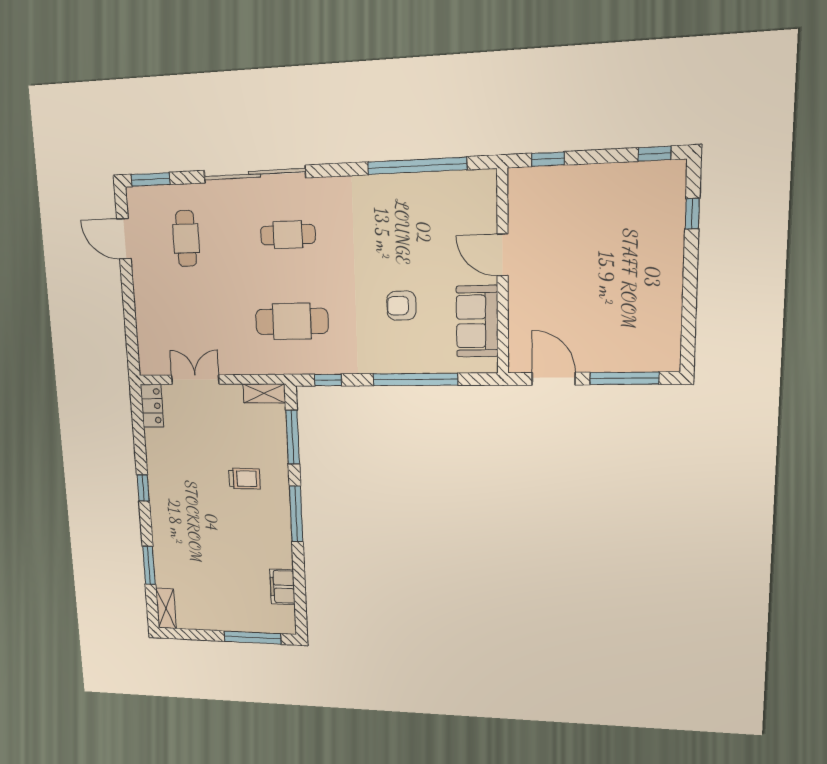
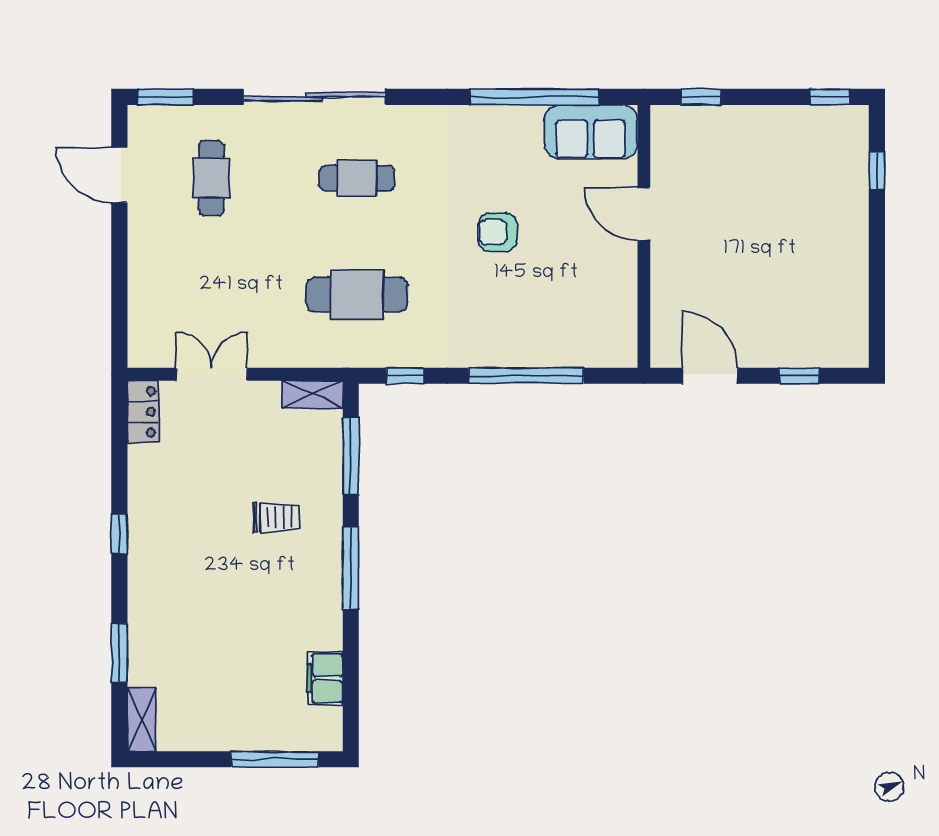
armchair: (401, 306) -> (498, 232), moved
sofa: (477, 321) -> (591, 132), moved, turned -90
window: (624, 378) -> (799, 376), width x0.46

